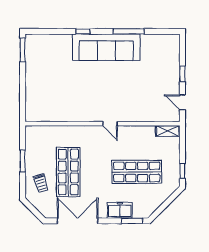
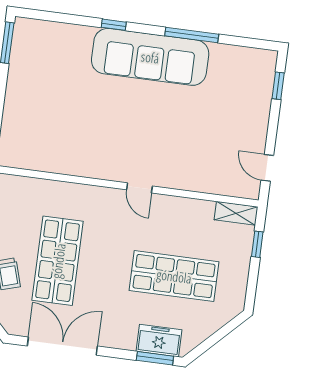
window: (182, 74) -> (278, 86), moved
window: (182, 171) -> (257, 244), moved
freezer: (120, 210) -> (159, 341), moved

